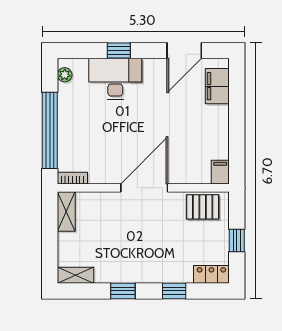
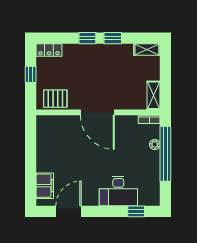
window: (119, 50) -> (136, 211), moved
plant: (65, 75) -> (155, 144), moved
filing cabinet: (220, 172) -> (43, 124), removed
door: (144, 188) -> (97, 112), hinge flipped
window: (174, 291) -> (87, 38), moved

